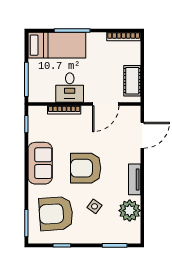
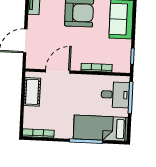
desk: (70, 88) -> (115, 95), moved, turned 90

